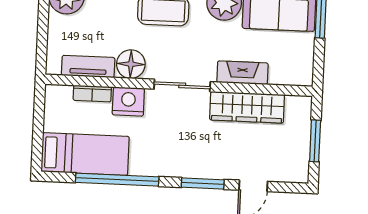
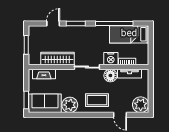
fireplace: (242, 73) -> (44, 74), moved

